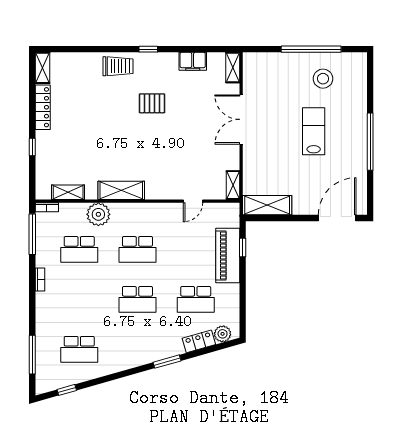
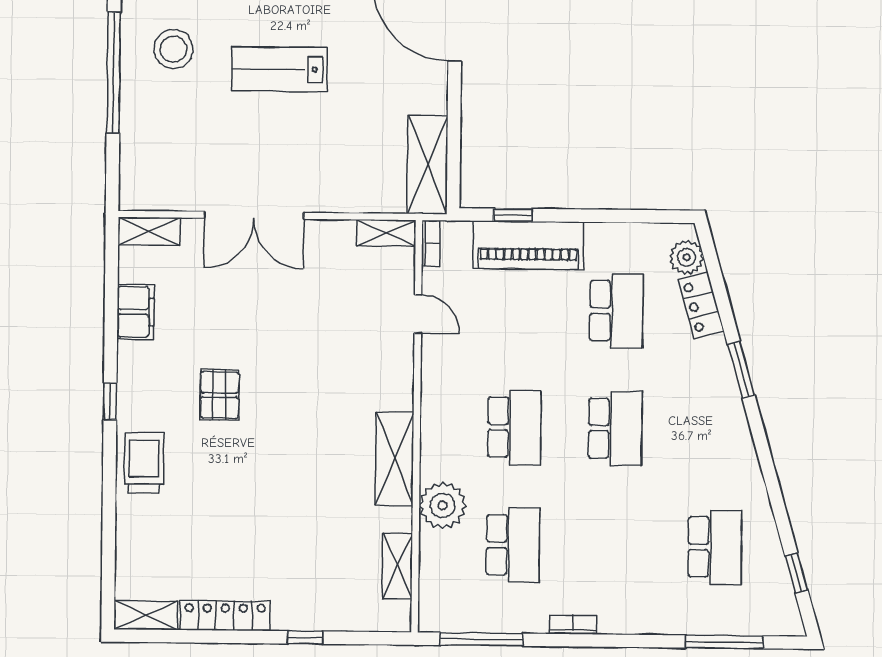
bookcase: (47, 207) -> (431, 243), moved

